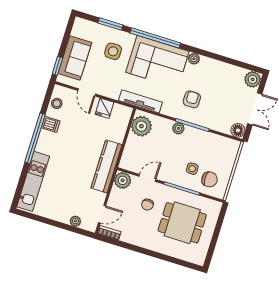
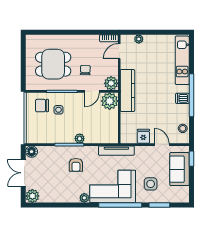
dishwasher: (51, 124) -> (182, 98), moved
plant: (141, 126) -> (110, 101), moved

